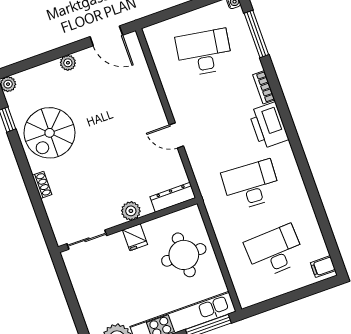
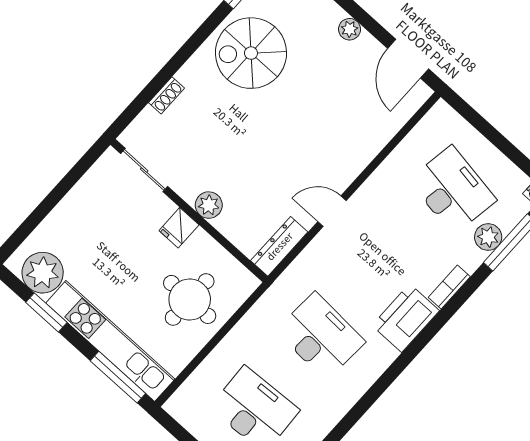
plant: (246, 46) -> (488, 237), added
door: (176, 135) -> (332, 211), hinge flipped
shoe rack: (42, 185) -> (166, 95), moved
dresser: (173, 197) -> (279, 246), moved, turned -90

